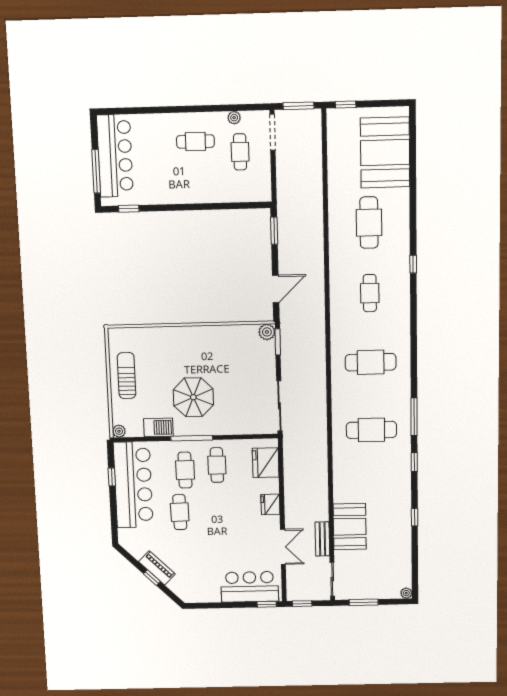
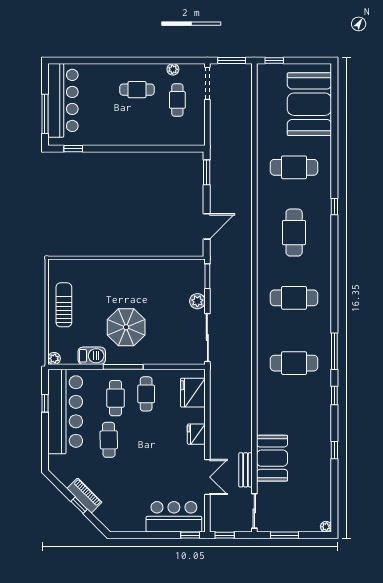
cafe table: (369, 223) -> (294, 167), turned 90
cafe table: (370, 293) -> (294, 233), width x1.37, depth x1.35
plant: (267, 332) -> (197, 301), moved

